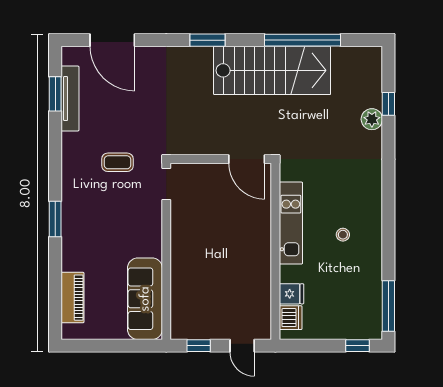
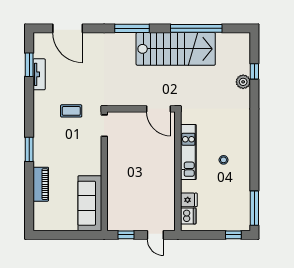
window: (207, 40) -> (132, 28), width x1.44
tv unit: (70, 99) -> (39, 74), width x0.71
piano: (72, 298) -> (41, 184), moved

